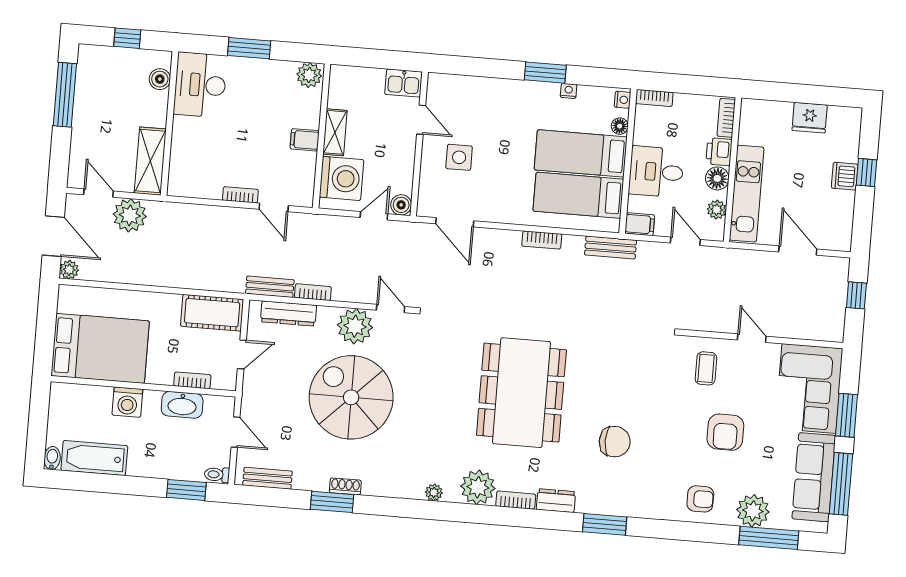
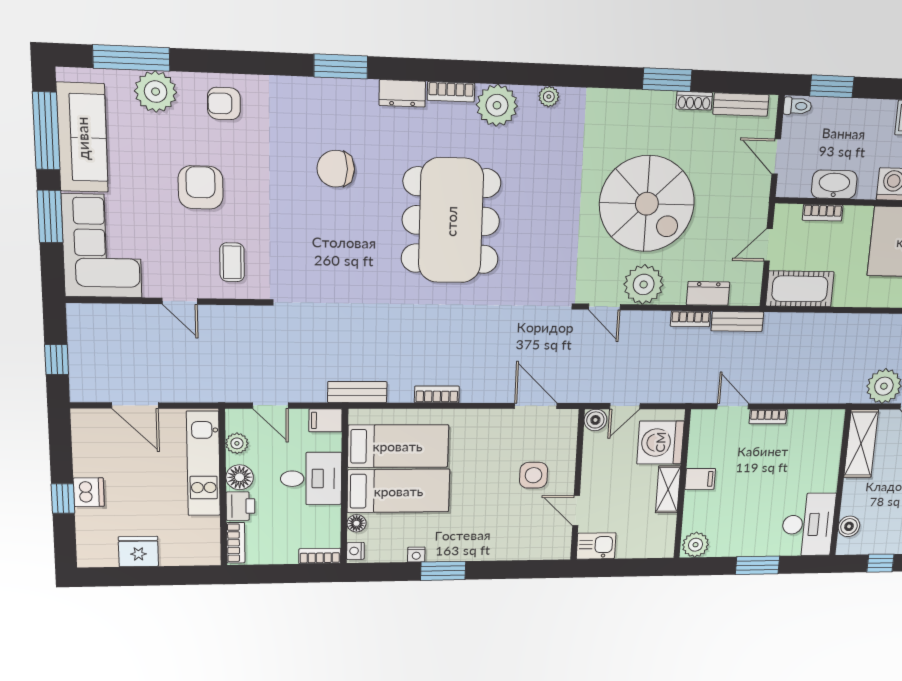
dresser: (288, 314) -> (708, 293), width x0.70
shoe rack: (345, 486) -> (694, 101), moved

